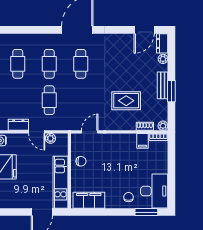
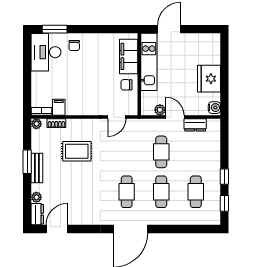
filing cabinet: (89, 200) -> (129, 56), moved, turned 90

